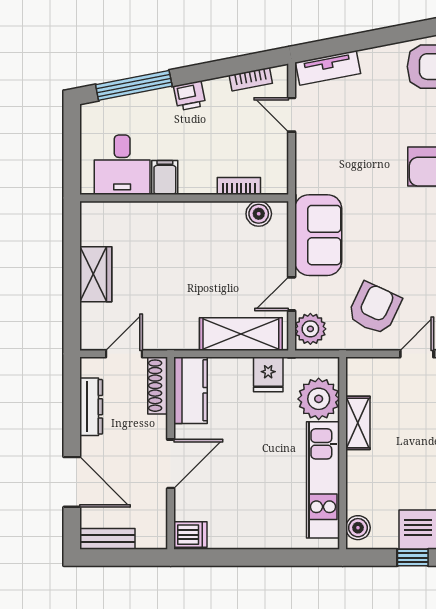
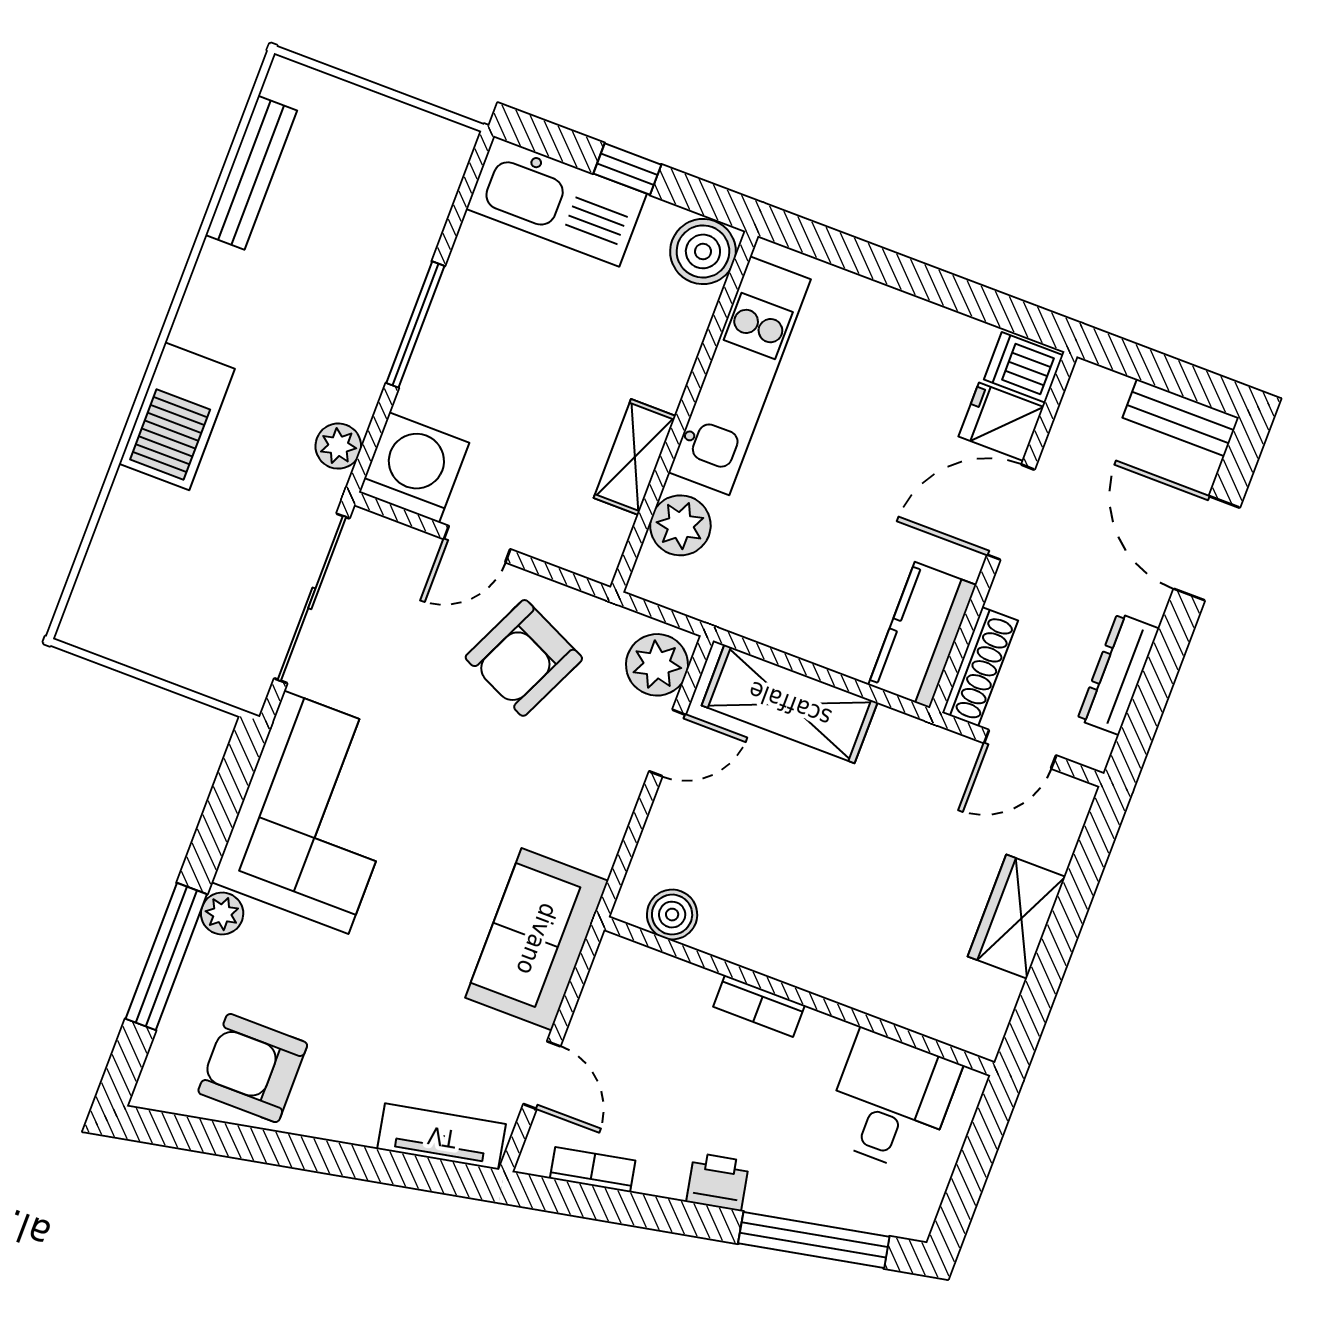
filing cabinet: (165, 177) -> (821, 1048), removed
bookcase: (239, 186) -> (759, 1006), moved
sofa: (318, 235) -> (537, 939), moved
fridge: (268, 374) -> (1001, 422), moved, turned -90
plant: (319, 399) -> (680, 525), width x0.73, depth x0.73
boiler: (358, 528) -> (703, 251), width x1.36, depth x1.36

